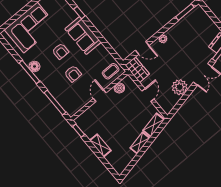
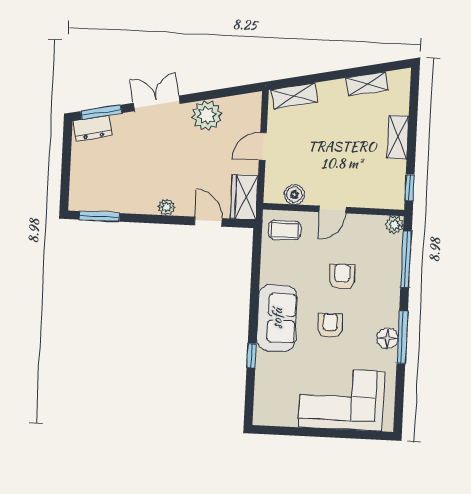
plant: (71, 111) -> (394, 225), added
shelving: (140, 143) -> (367, 84), moved

